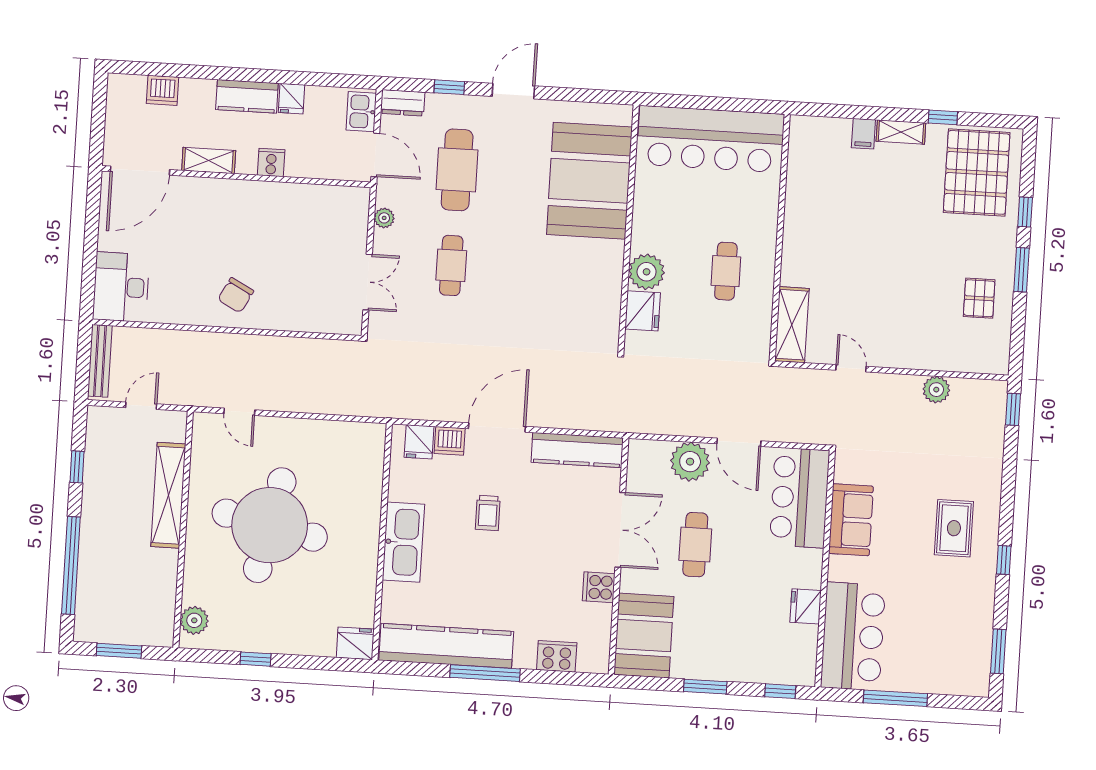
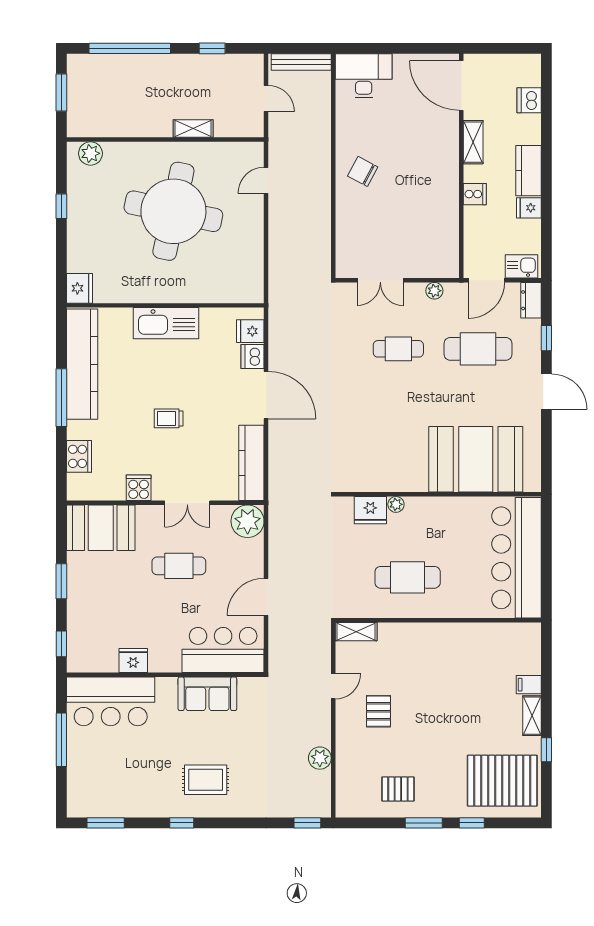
cafe table: (726, 271) -> (408, 577), width x1.37, depth x1.35
plant: (647, 272) -> (396, 504), width x0.53, depth x0.53
pallet: (884, 316) -> (379, 711), added
shelving: (792, 325) -> (356, 632), width x0.67, depth x0.75
plant: (690, 462) -> (248, 521), moved
shelving: (168, 495) -> (193, 129), width x0.45, depth x0.75
trolley: (488, 513) -> (169, 418), moved
double door: (620, 530) -> (187, 503), width x0.73

